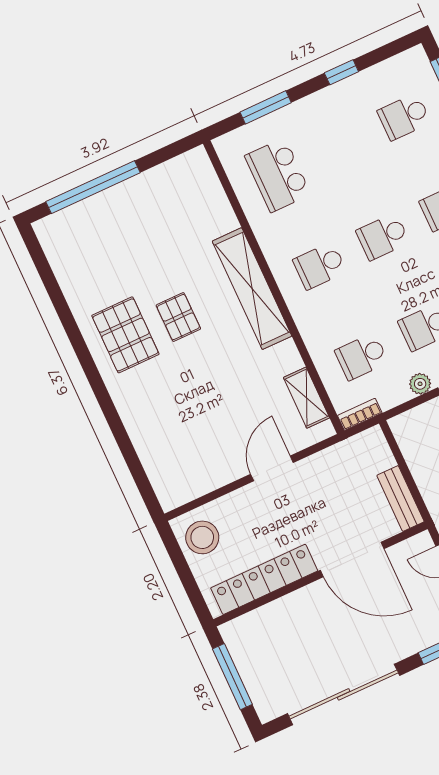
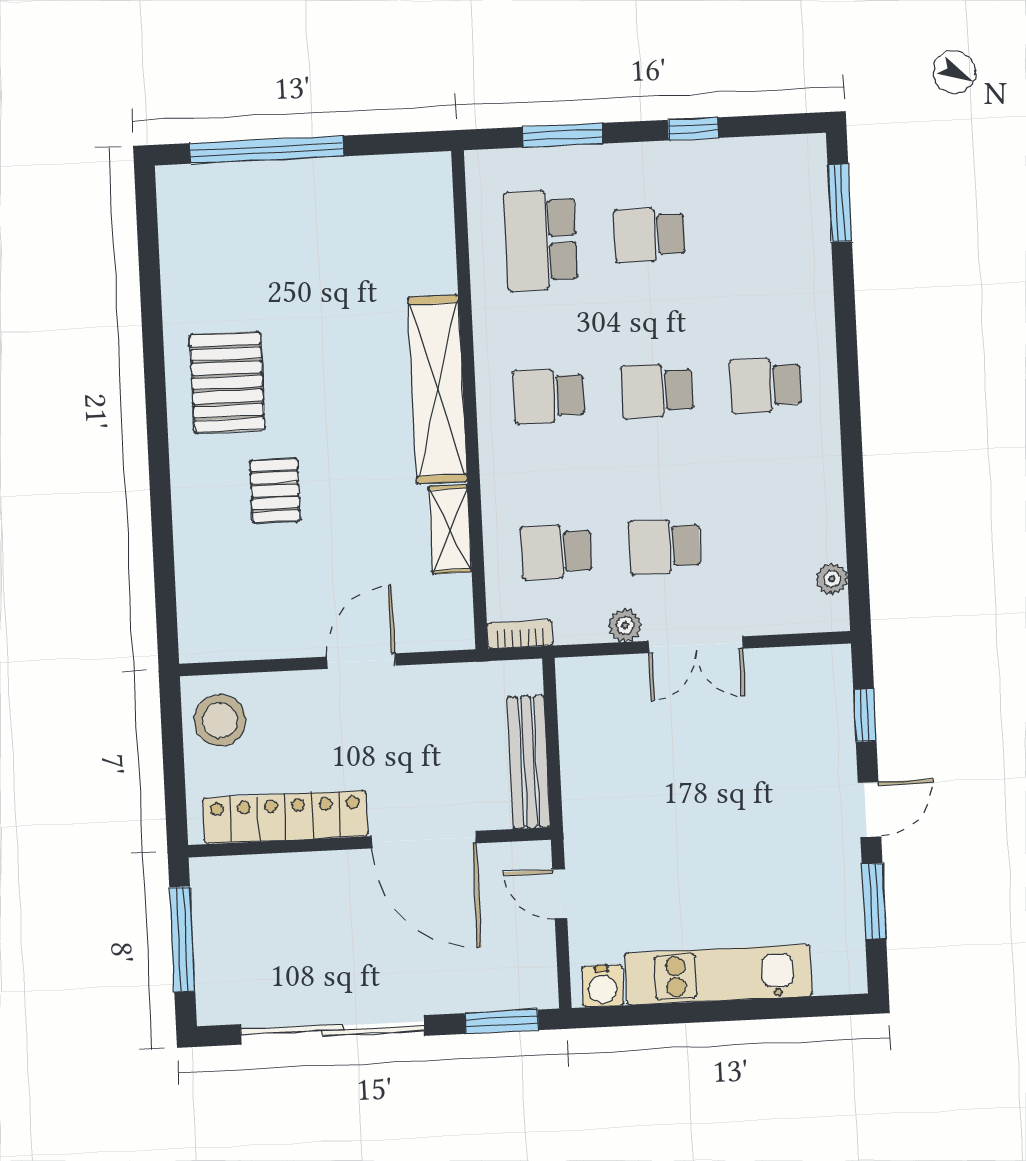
school desk: (404, 117) -> (649, 235), moved
pallet: (178, 317) -> (275, 491), moved
shelving: (306, 398) -> (450, 529), moved
bench: (400, 499) -> (529, 762), width x1.36

